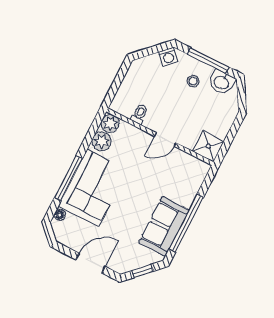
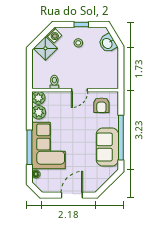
window: (208, 60) -> (81, 24), width x0.46
washbasin: (222, 82) -> (108, 43), moved, turned 59
shower: (208, 146) -> (45, 48), moved, turned 45
armchair: (182, 172) -> (101, 105), added
window: (143, 271) -> (108, 183), removed

